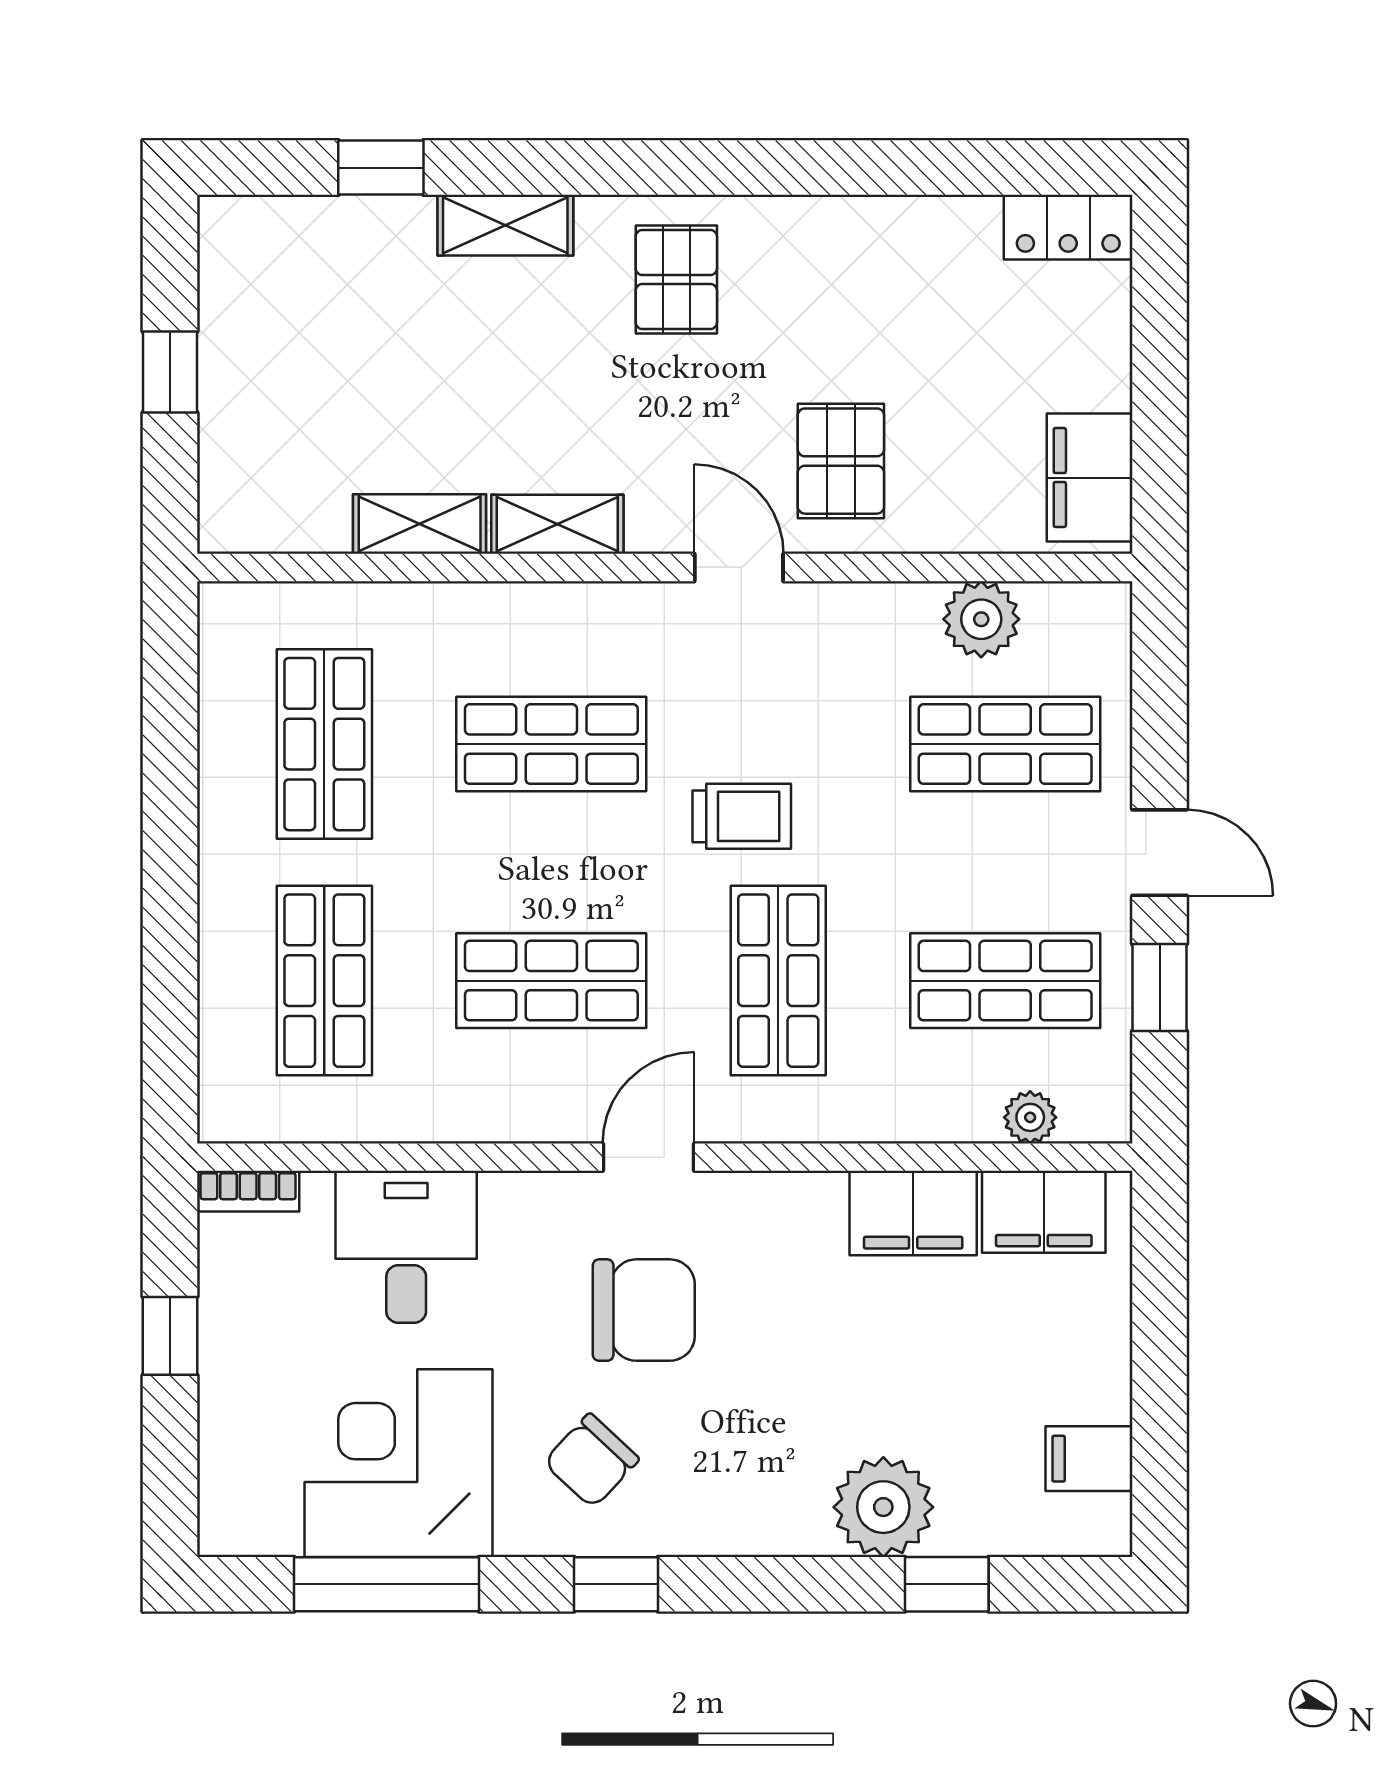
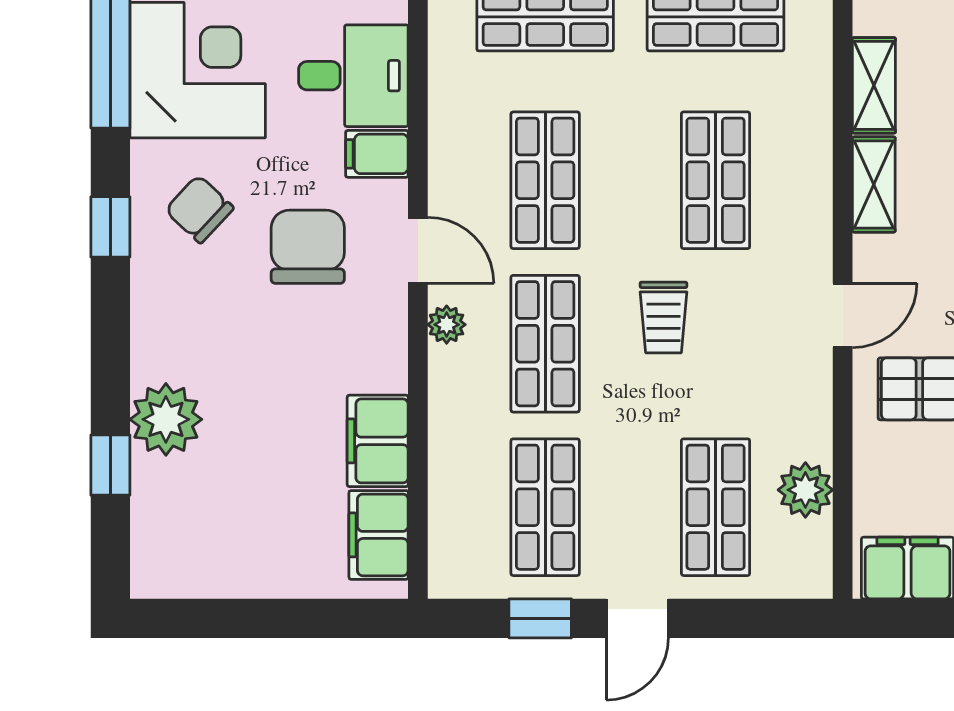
shop shelf: (778, 981) -> (545, 344), turned 90
plant: (1030, 1117) -> (447, 325), moved
chair: (644, 1310) -> (308, 247), turned 180
filing cabinet: (1089, 1459) -> (377, 154), moved, turned -90

